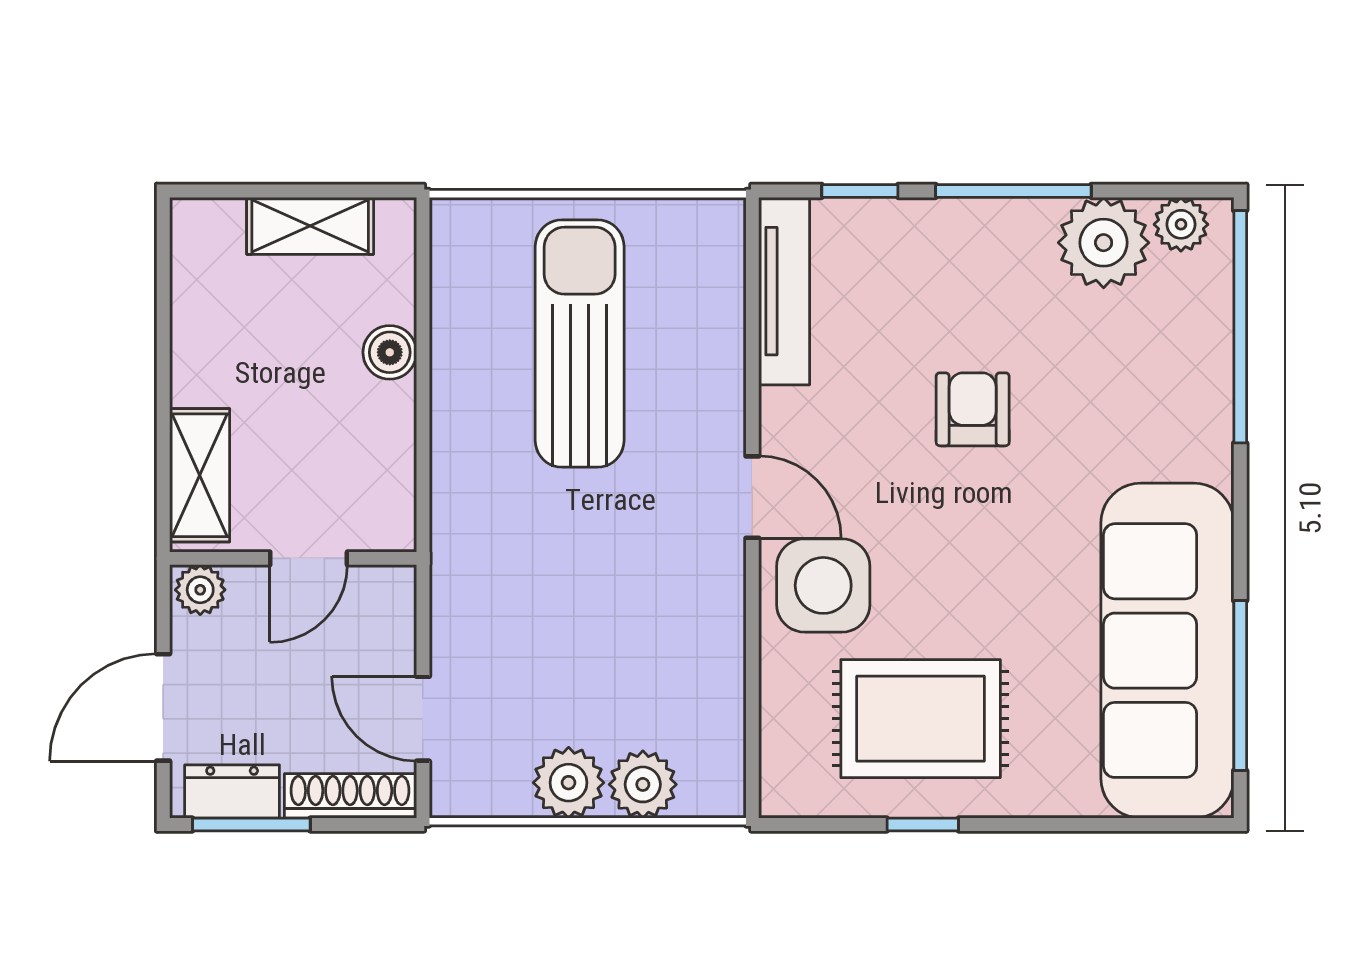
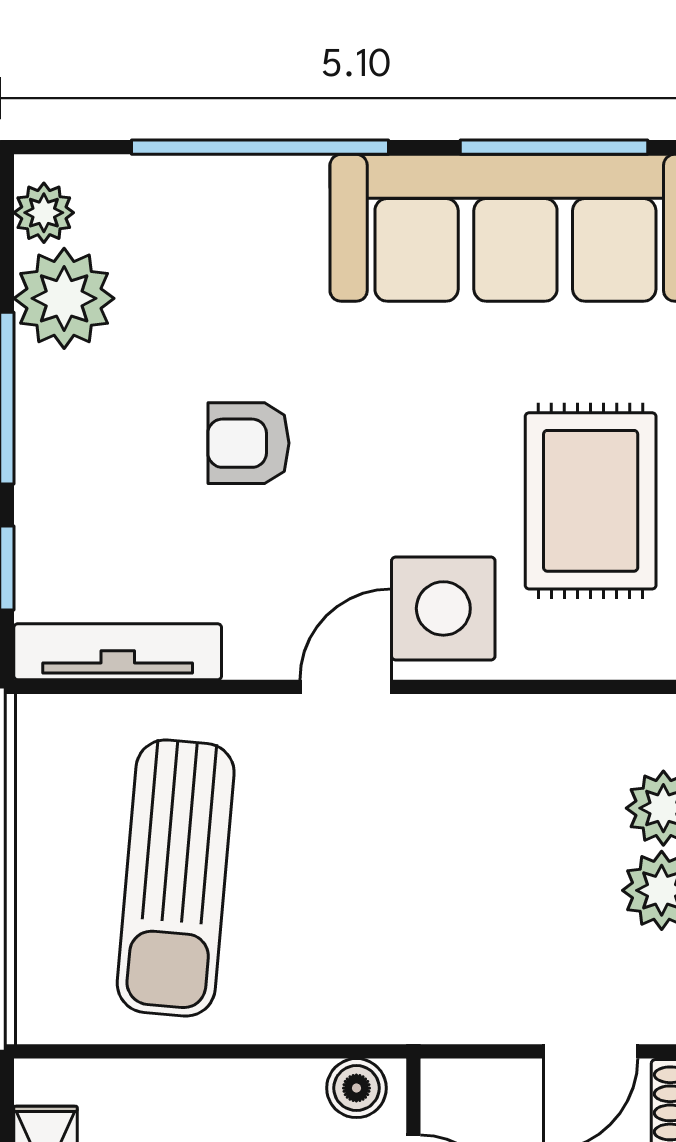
window: (1240, 327) -> (260, 147), moved
sun lounger: (580, 344) -> (176, 878), turned -85
boiler: (390, 352) -> (356, 1088), moved

